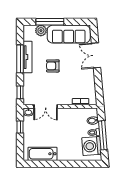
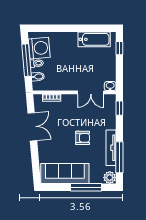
plant: (41, 31) -> (110, 178), moved
double door: (96, 55) -> (32, 127), moved
window: (20, 59) -> (119, 157), moved
double door: (46, 106) -> (91, 92), swing flipped
window: (20, 127) -> (119, 48), moved

